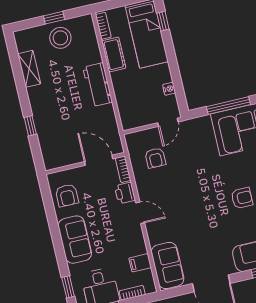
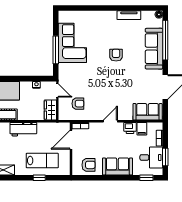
wardrobe: (136, 119) -> (50, 110), added
lab bench: (57, 124) -> (42, 161), added
printer: (125, 193) -> (130, 128), moved

